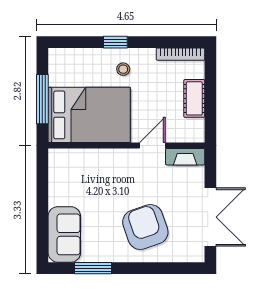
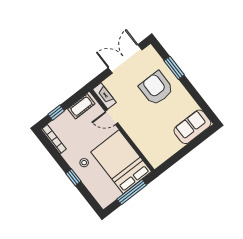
window: (210, 83) -> (56, 113), added
cot: (194, 98) -> (81, 106), moved
armchair: (145, 227) -> (156, 88), turned 109
window: (93, 268) -> (174, 68), moved

